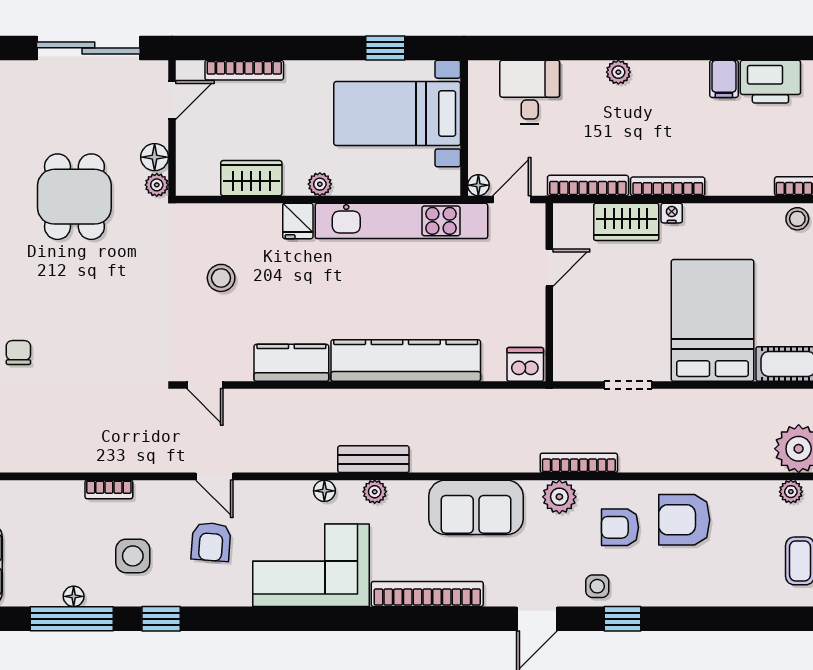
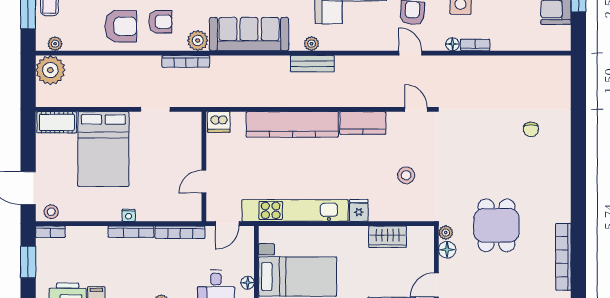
plant: (320, 184) -> (345, 233), removed
floor lamp: (478, 185) -> (248, 283), moved
wardrobe: (626, 222) -> (156, 210), removed
floor lamp: (324, 491) -> (453, 44), moved
sofa: (476, 507) -> (249, 34), width x1.36

